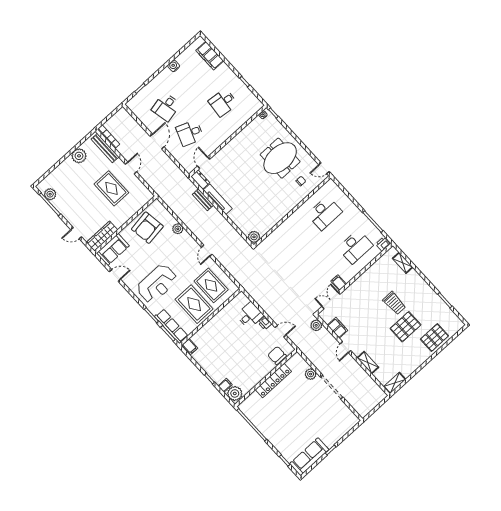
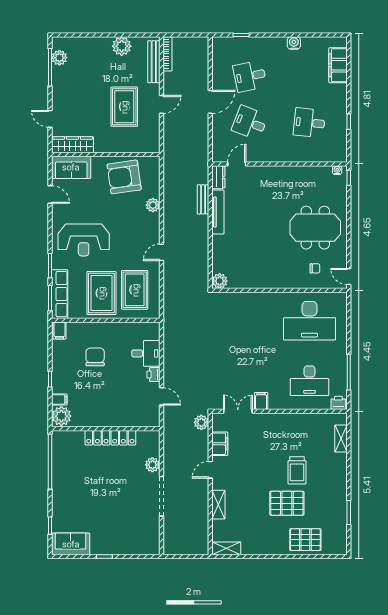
desk: (325, 213) -> (309, 321), width x1.36, depth x1.30
chair: (277, 355) -> (95, 357), moved
sofa: (309, 457) -> (71, 544), width x0.73

